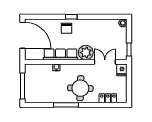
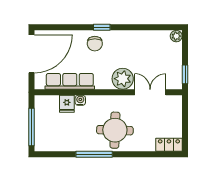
door: (22, 35) -> (31, 54), hinge flipped
row of seats: (61, 54) -> (70, 81), moved
fridge: (122, 70) -> (67, 104), moved
locker: (108, 98) -> (169, 145), moved

